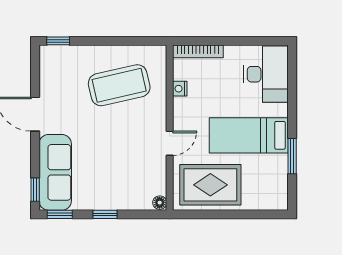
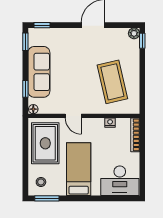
plant: (47, 53) -> (134, 33), added
window: (292, 156) -> (47, 198), moved
sofa: (55, 172) -> (39, 72), moved, turned -90
stool: (268, 191) -> (41, 182), added
window: (105, 214) -> (25, 89), moved

